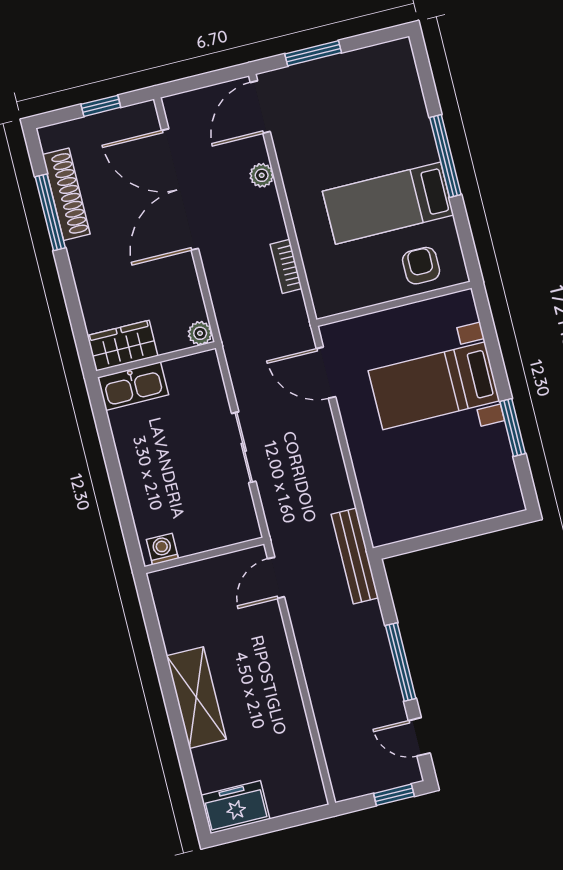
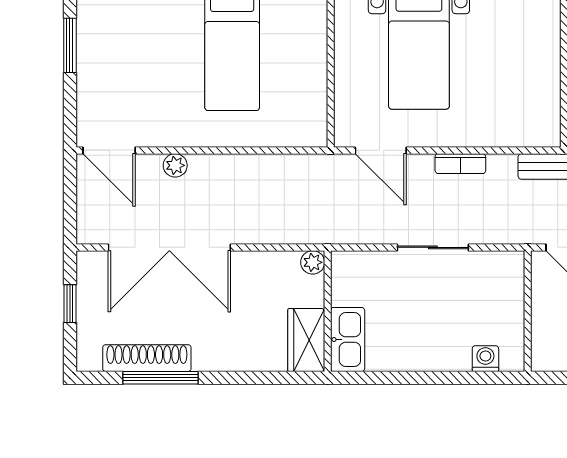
window: (313, 53) -> (70, 45), moved
bookcase: (286, 266) -> (460, 164), moved
armchair: (421, 266) -> (300, 33), removed
door: (326, 373) -> (381, 150), hinge flipped
washing machine: (162, 549) -> (485, 359), moved, turned 90

